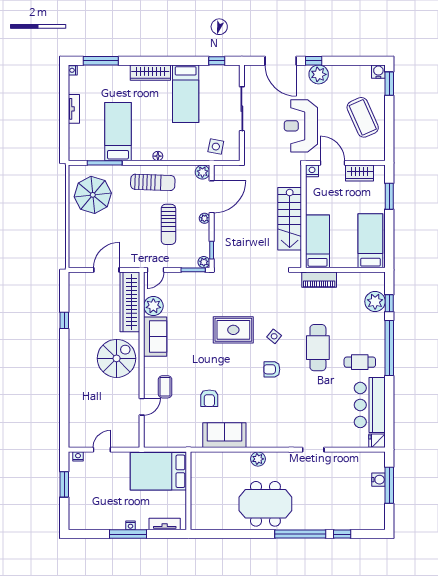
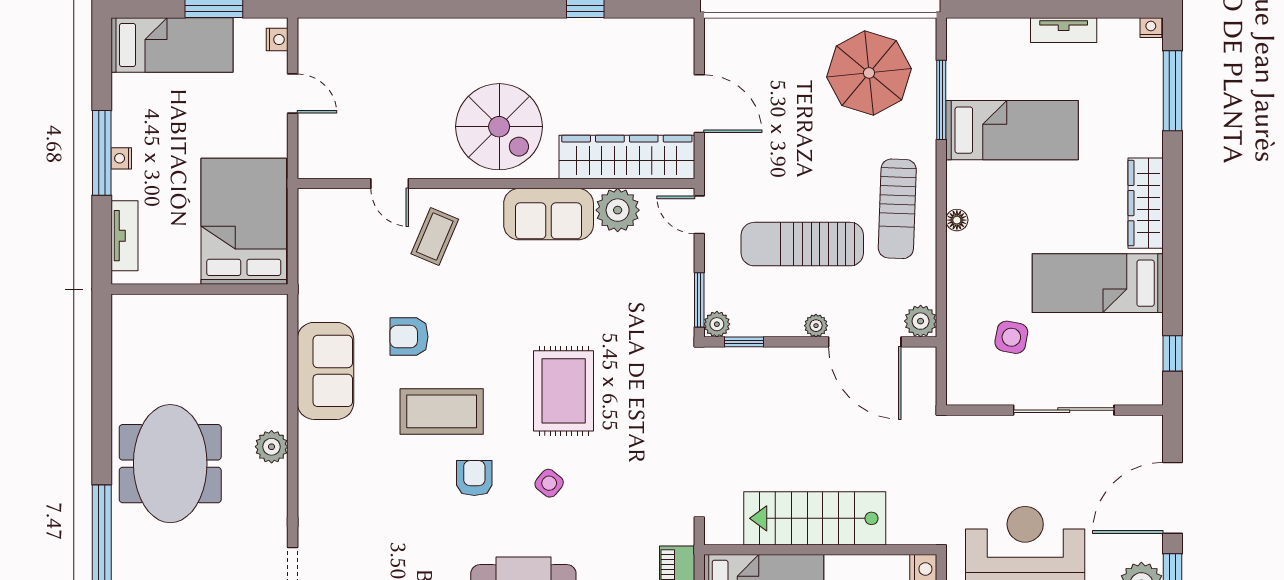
side table: (216, 147) -> (1011, 337), moved
sun lounger: (168, 224) -> (802, 244), width x1.36, depth x1.34
coffee table: (242, 384) -> (442, 411), added
coffee table: (165, 387) -> (435, 236), turned -67
bed: (80, 503) -> (172, 45), added

